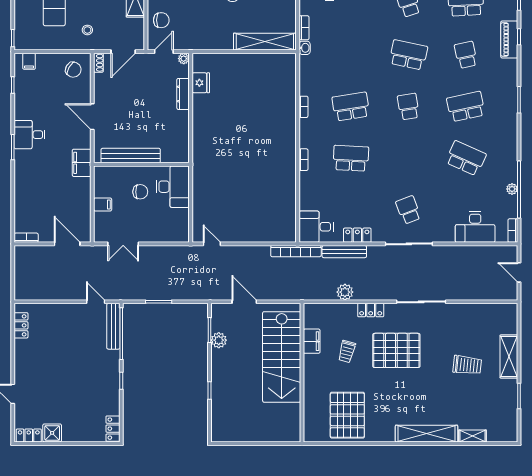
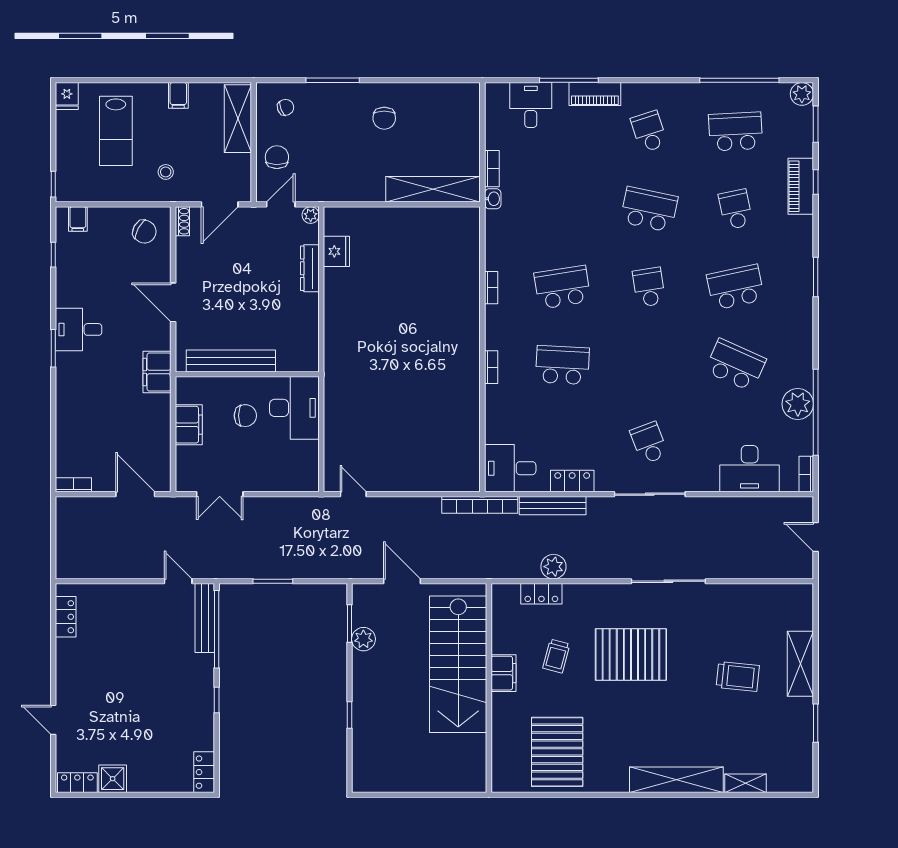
chair: (161, 20) -> (277, 157), turned -90
plant: (512, 189) -> (798, 404), width x1.87, depth x1.87
filing cabinet: (103, 205) -> (189, 425), width x2.00
locker: (371, 310) -> (541, 594), moved
filing cabinet: (312, 341) -> (503, 673), moved

